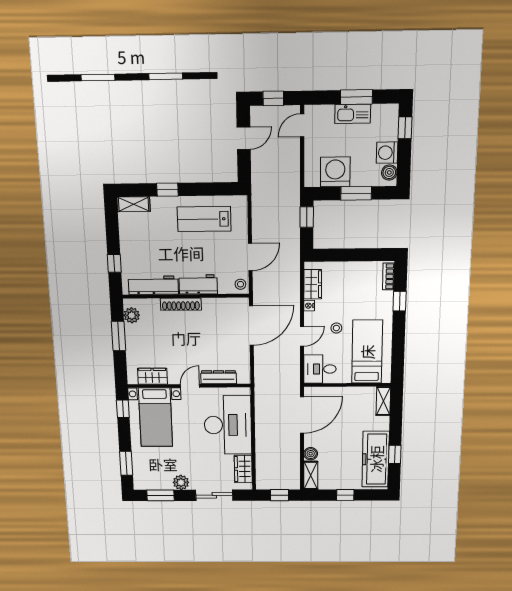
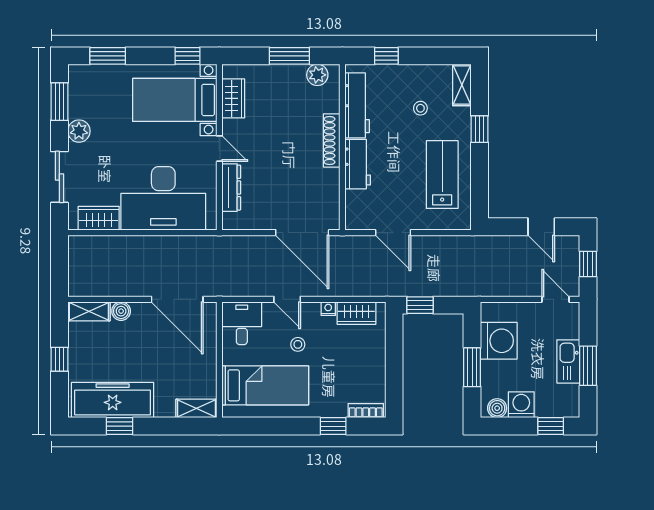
window: (307, 217) -> (420, 305), moved
stool: (240, 284) -> (420, 108), moved
window: (280, 495) -> (59, 268), removed

